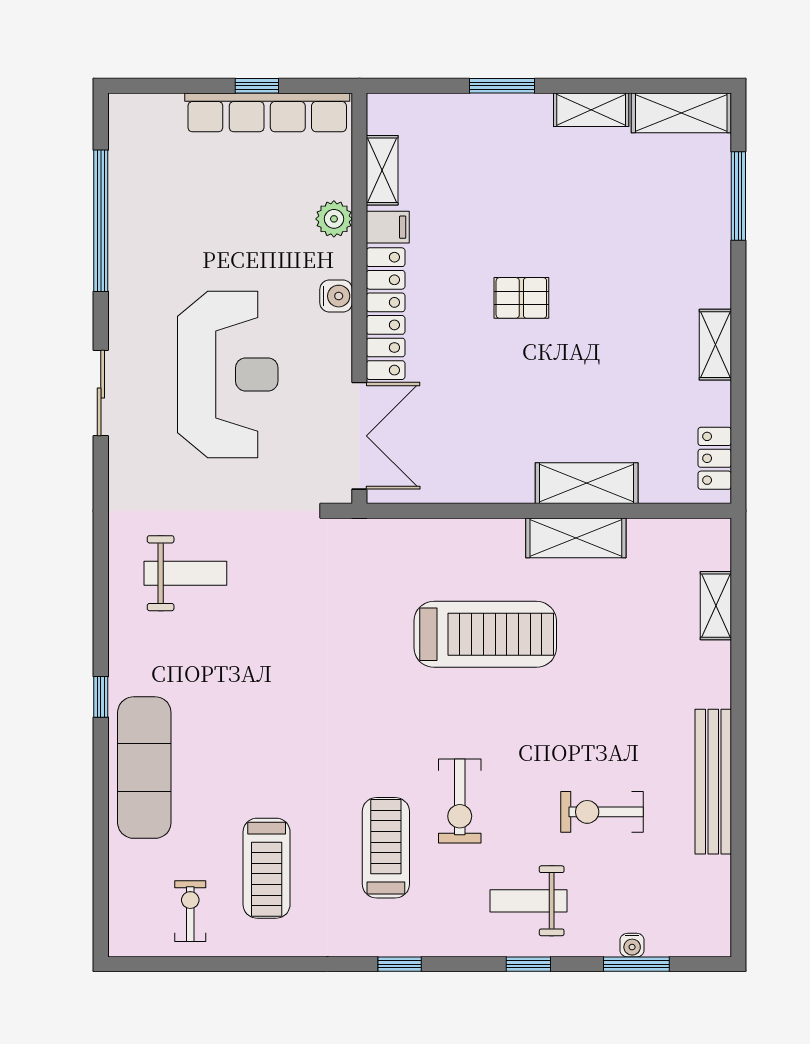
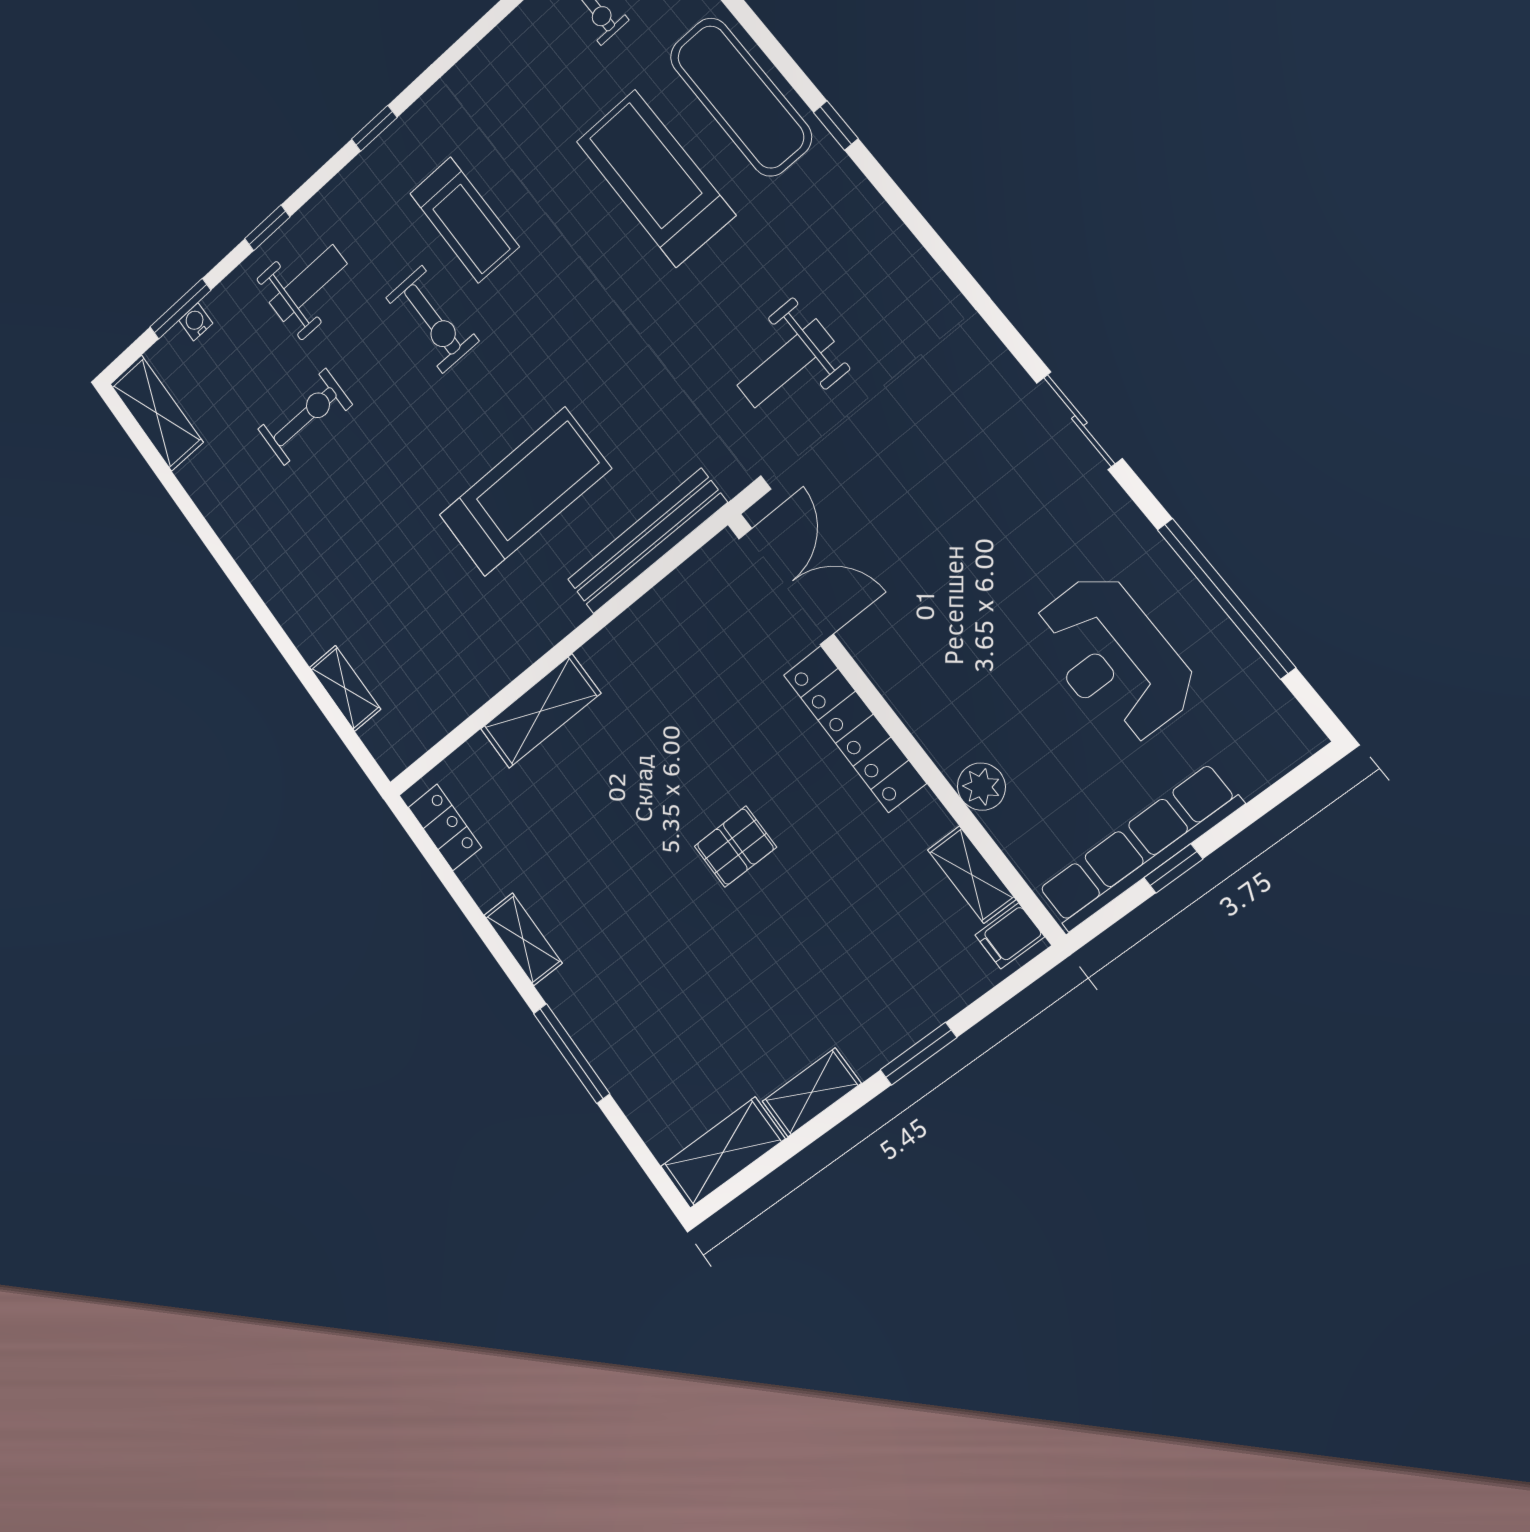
window: (738, 196) -> (572, 1053), moved
filing cabinet: (388, 227) -> (1010, 936), moved
water cooler: (336, 296) -> (917, 709), removed
reception desk: (228, 374) -> (1114, 658), moved, width x0.74, depth x0.77
double door: (359, 436) -> (786, 586), swing flipped
shelving: (576, 538) -> (157, 413), moved, turned 90
weight bench: (185, 573) -> (785, 363), moved
treadmill: (485, 634) -> (525, 492), turned 180
bench: (713, 782) -> (647, 541), moved, turned 90
exercise bike: (460, 801) -> (432, 319), turned 180
treadmill: (267, 868) -> (655, 178), moved, width x1.37, depth x1.38

